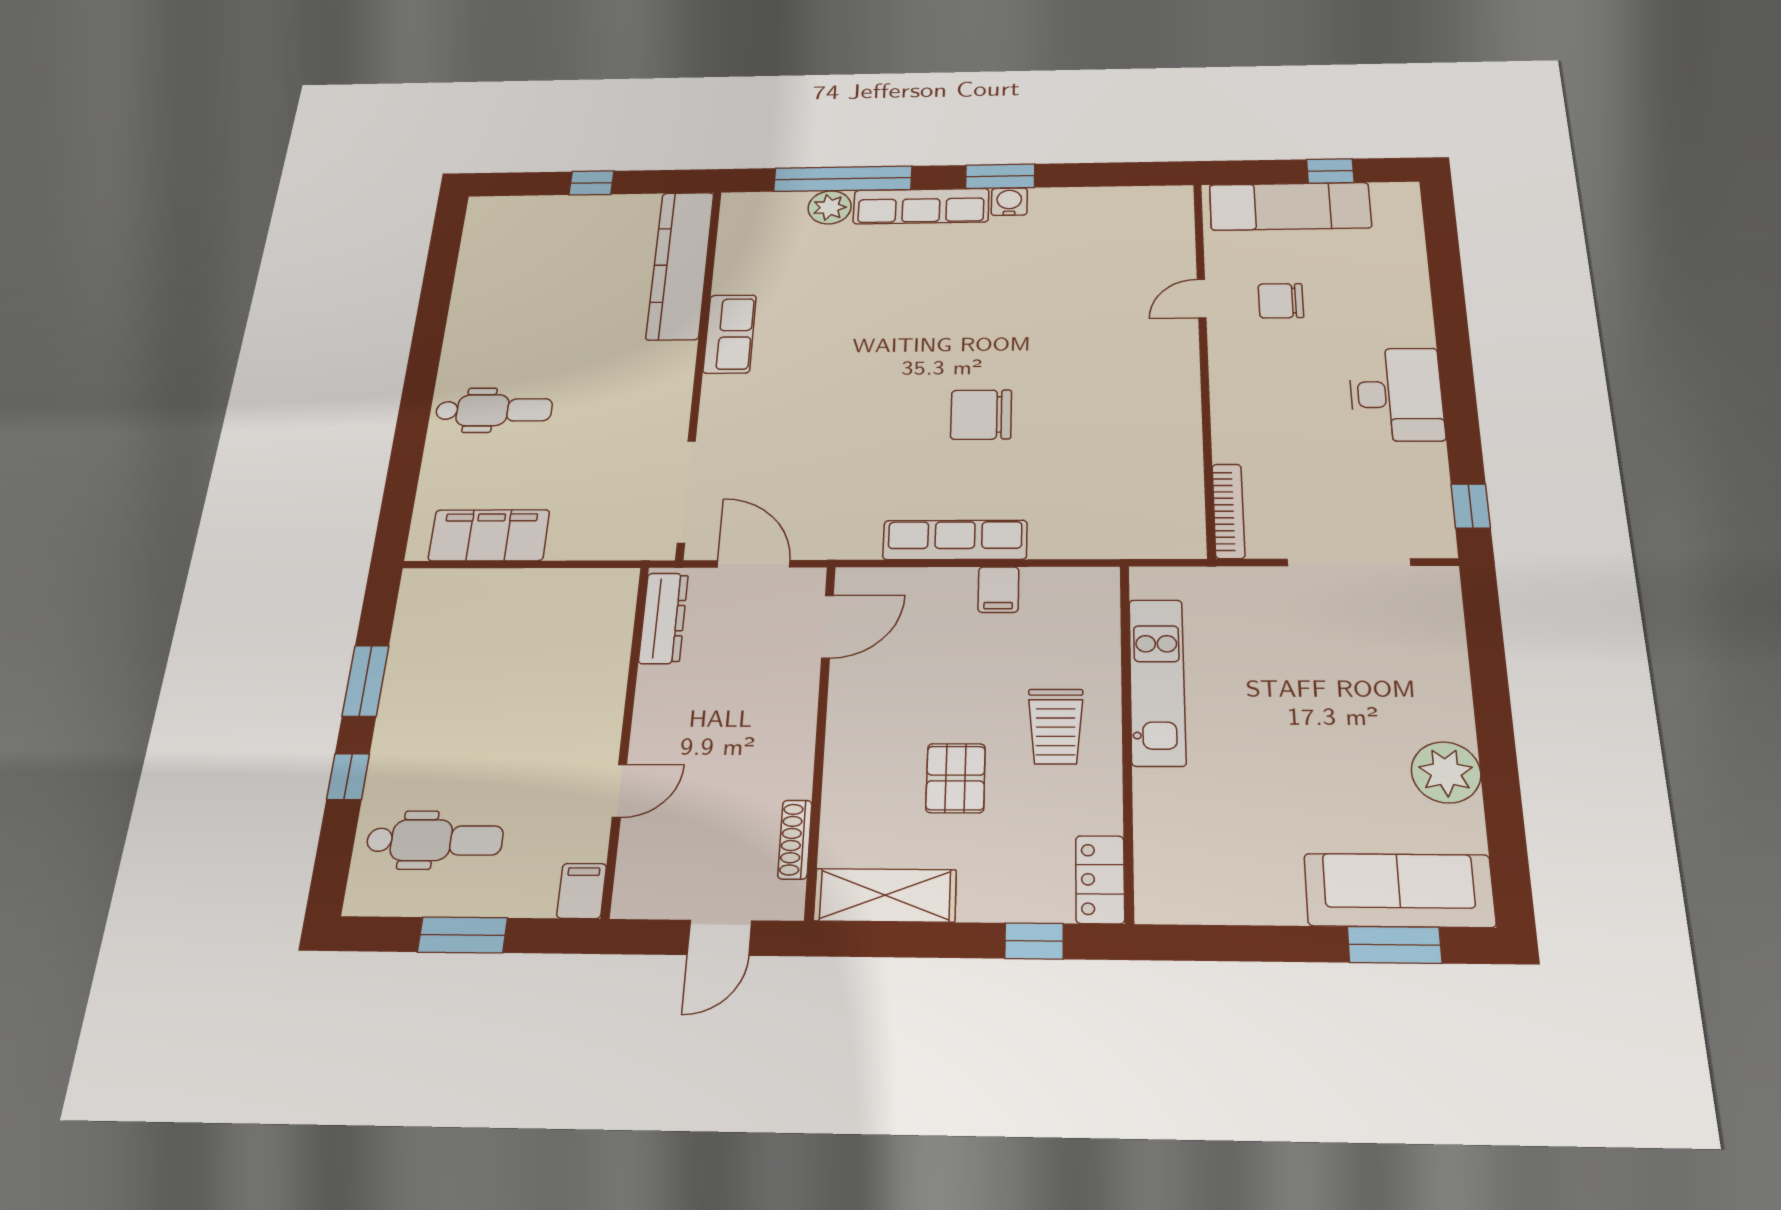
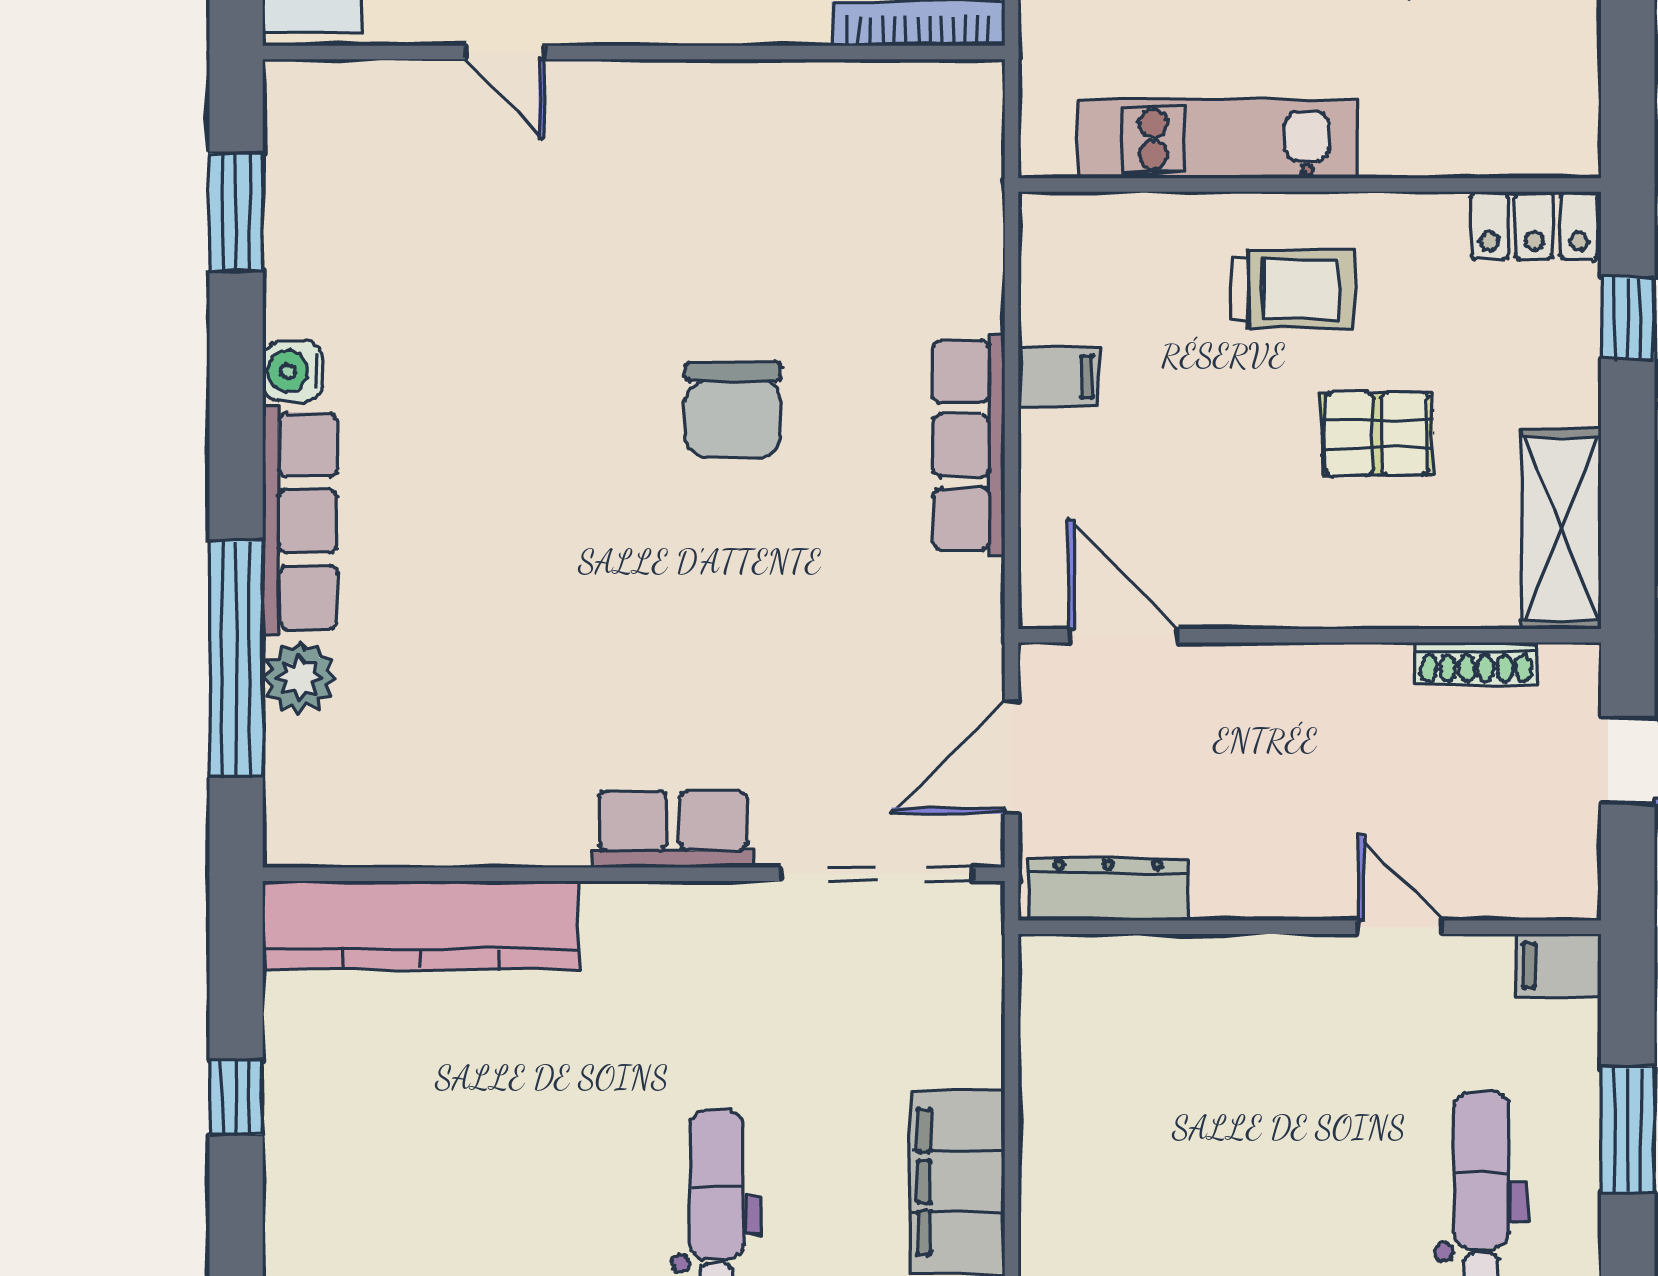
window: (1000, 176) -> (236, 212), moved
row of seats: (730, 334) -> (673, 829), moved

